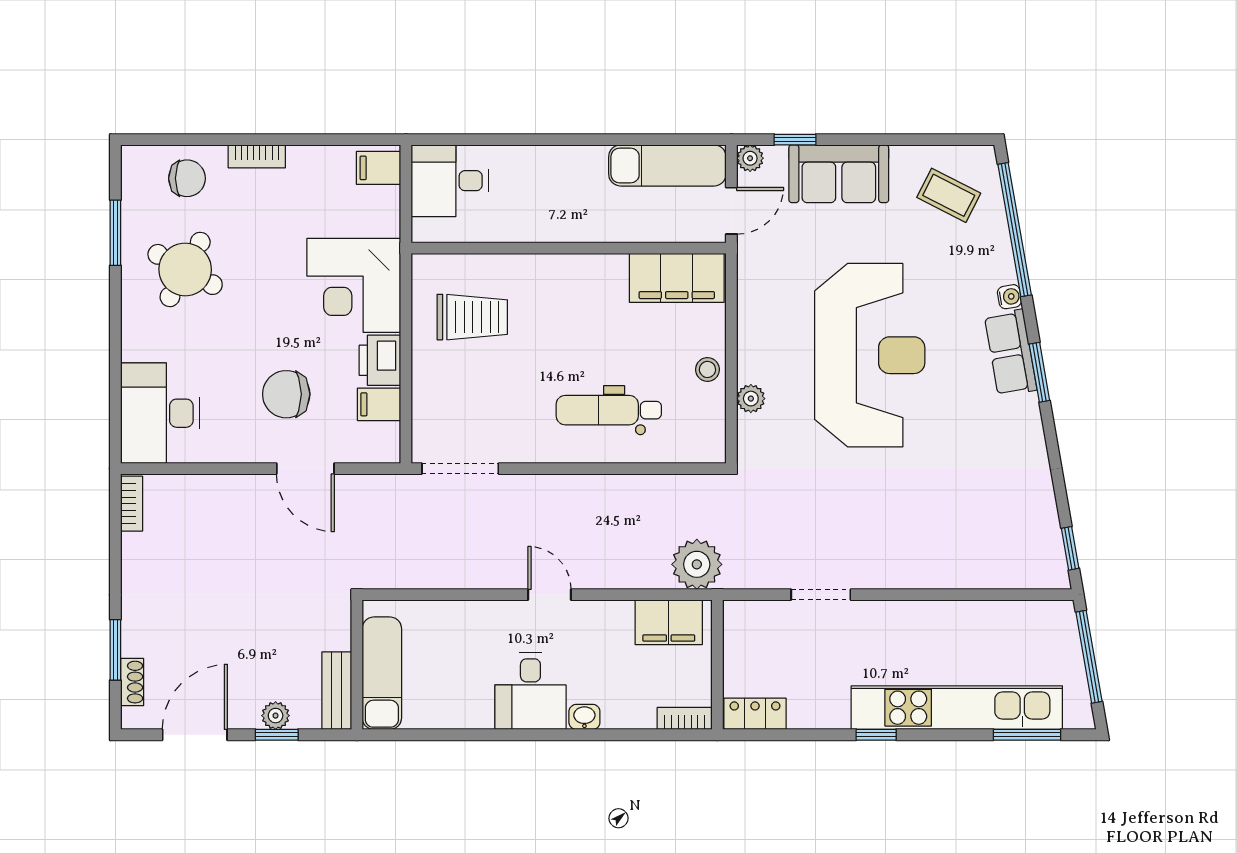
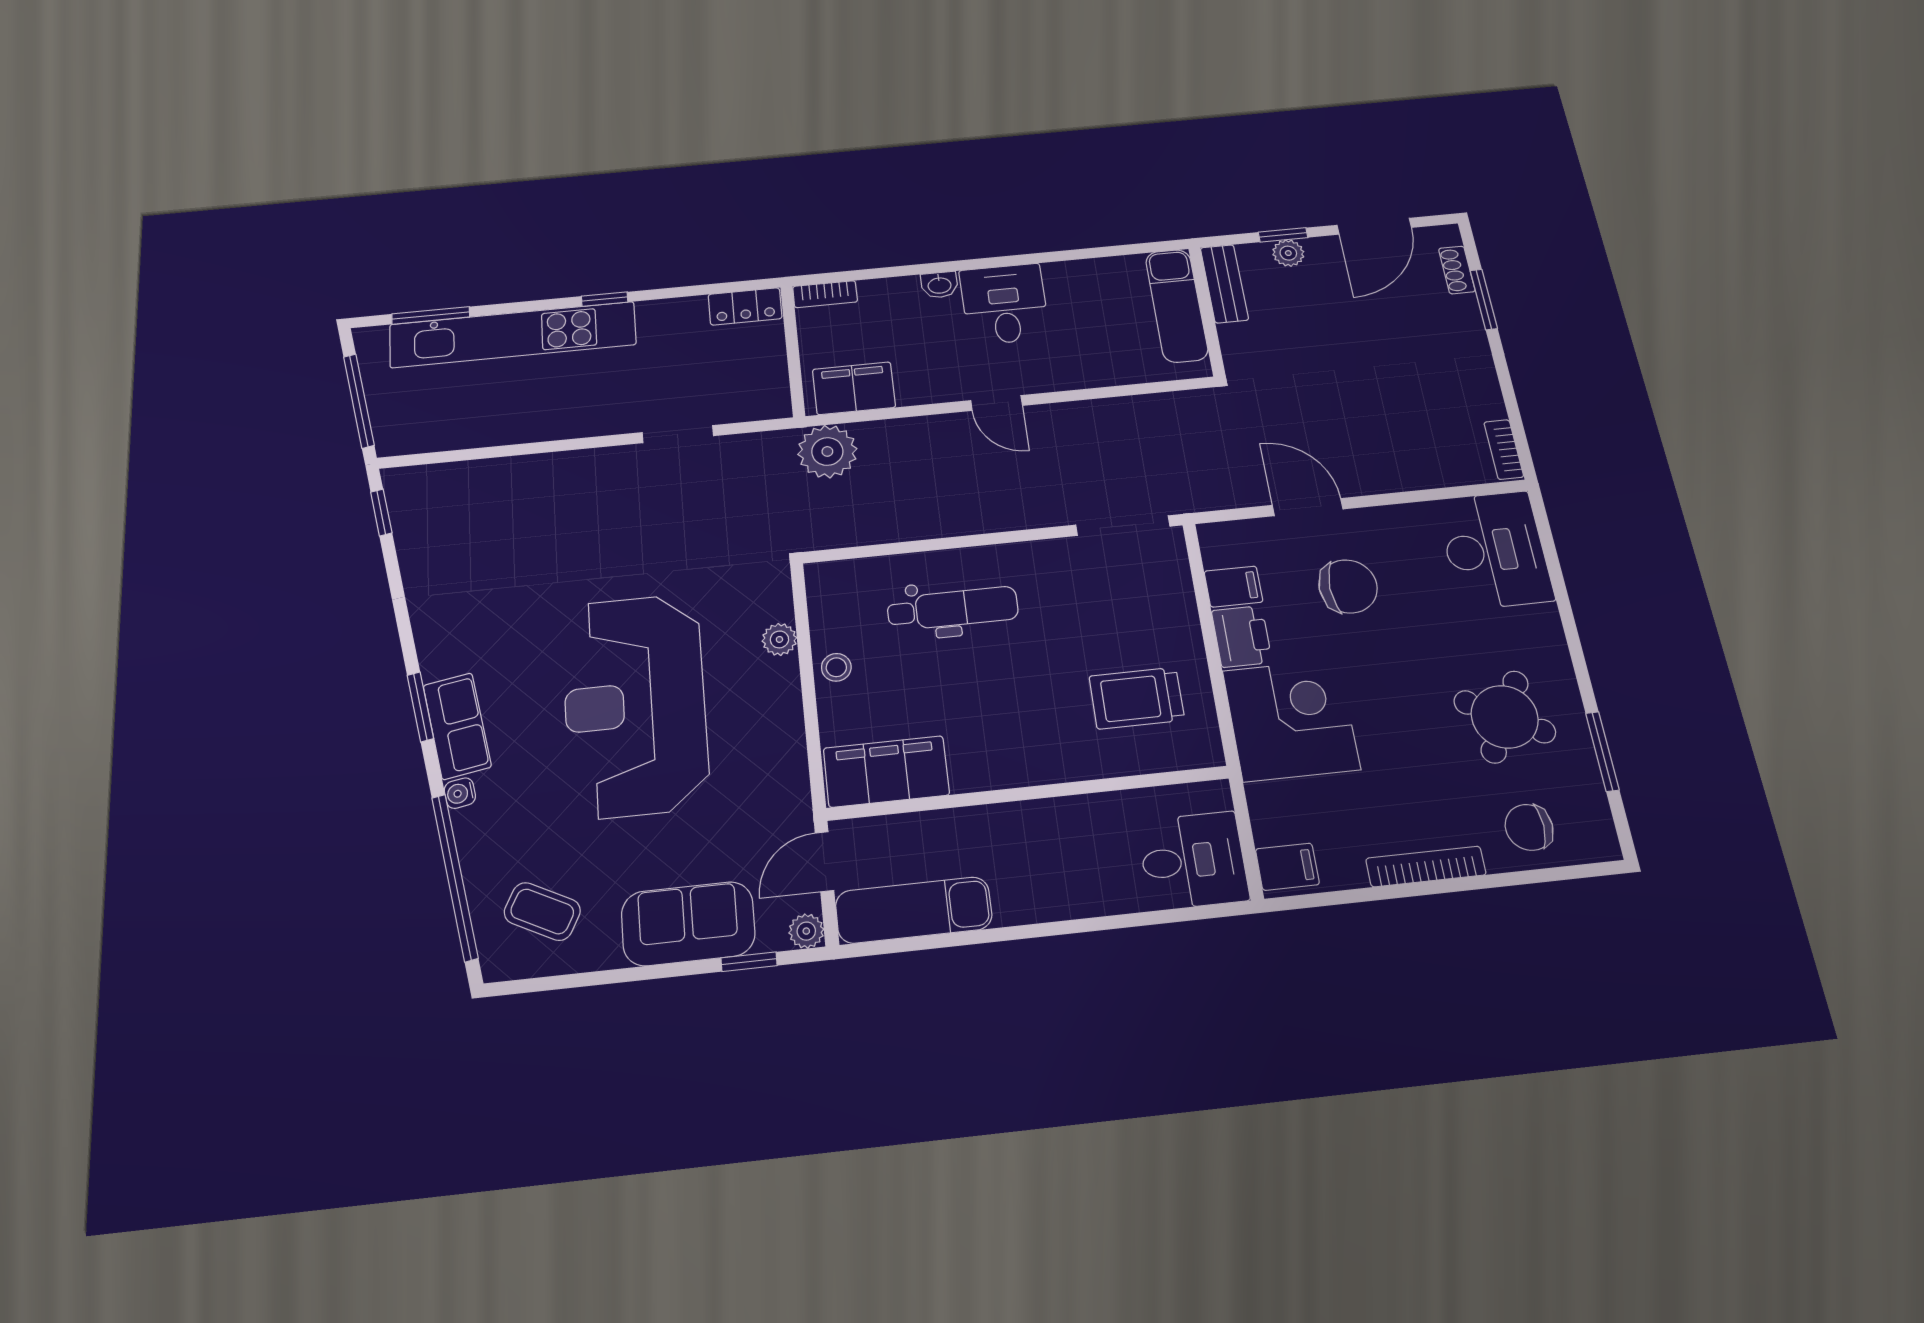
bookcase: (257, 156) -> (1426, 867), width x1.56

